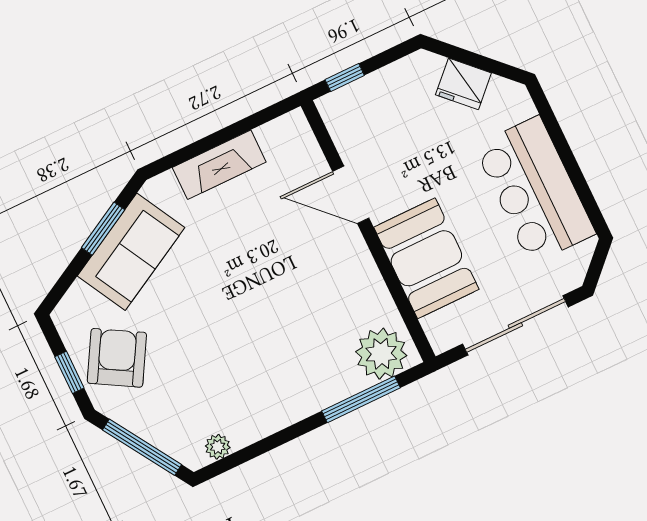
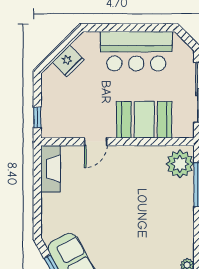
fireplace: (219, 165) -> (51, 169), moved
door: (351, 195) -> (96, 142), width x0.73

